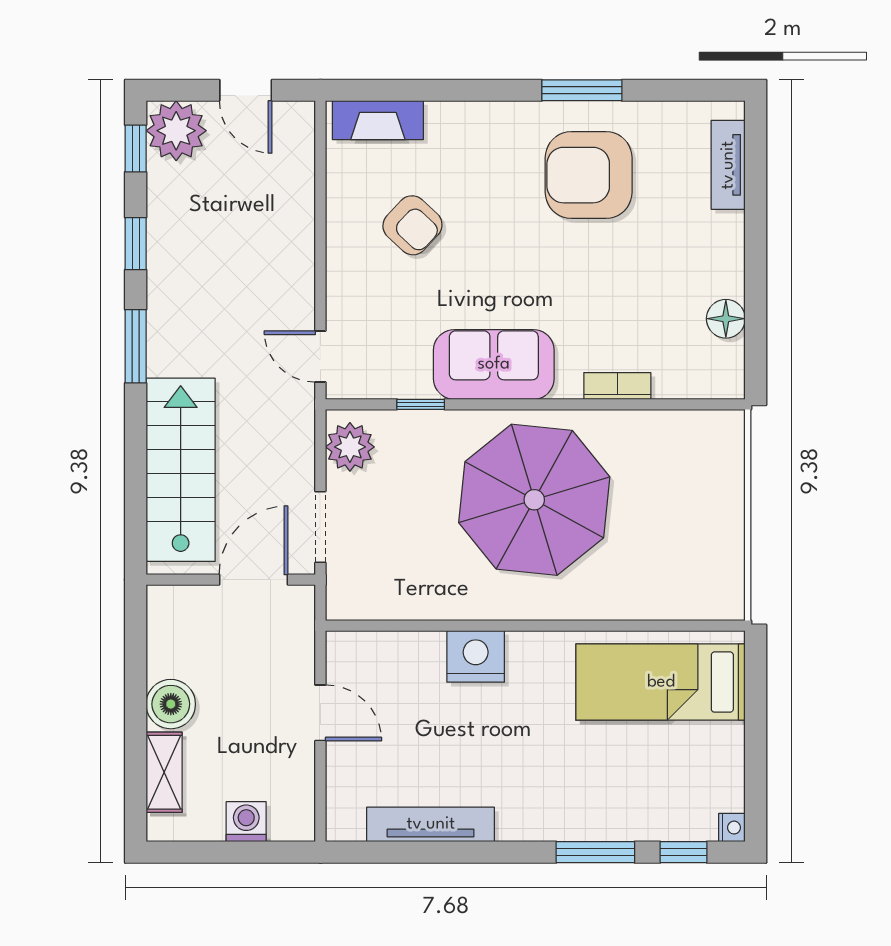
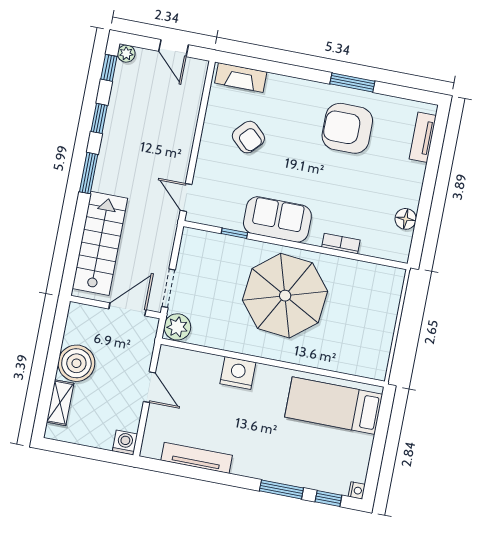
plant: (176, 131) -> (126, 54), width x0.53, depth x0.53
plant: (350, 447) -> (177, 327), moved
boiler: (171, 704) -> (76, 363), width x1.37, depth x1.37
washing machine: (246, 822) -> (125, 443), moved

